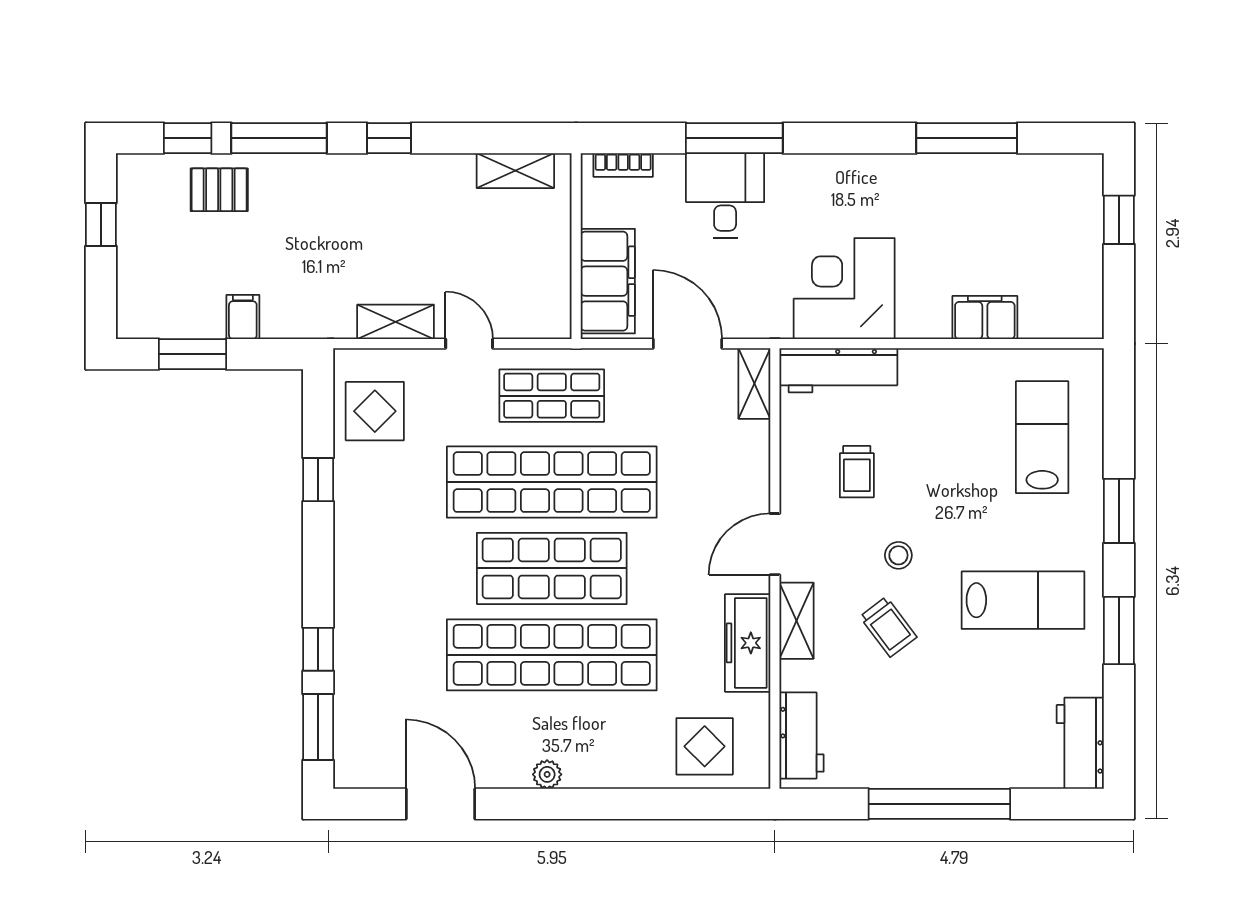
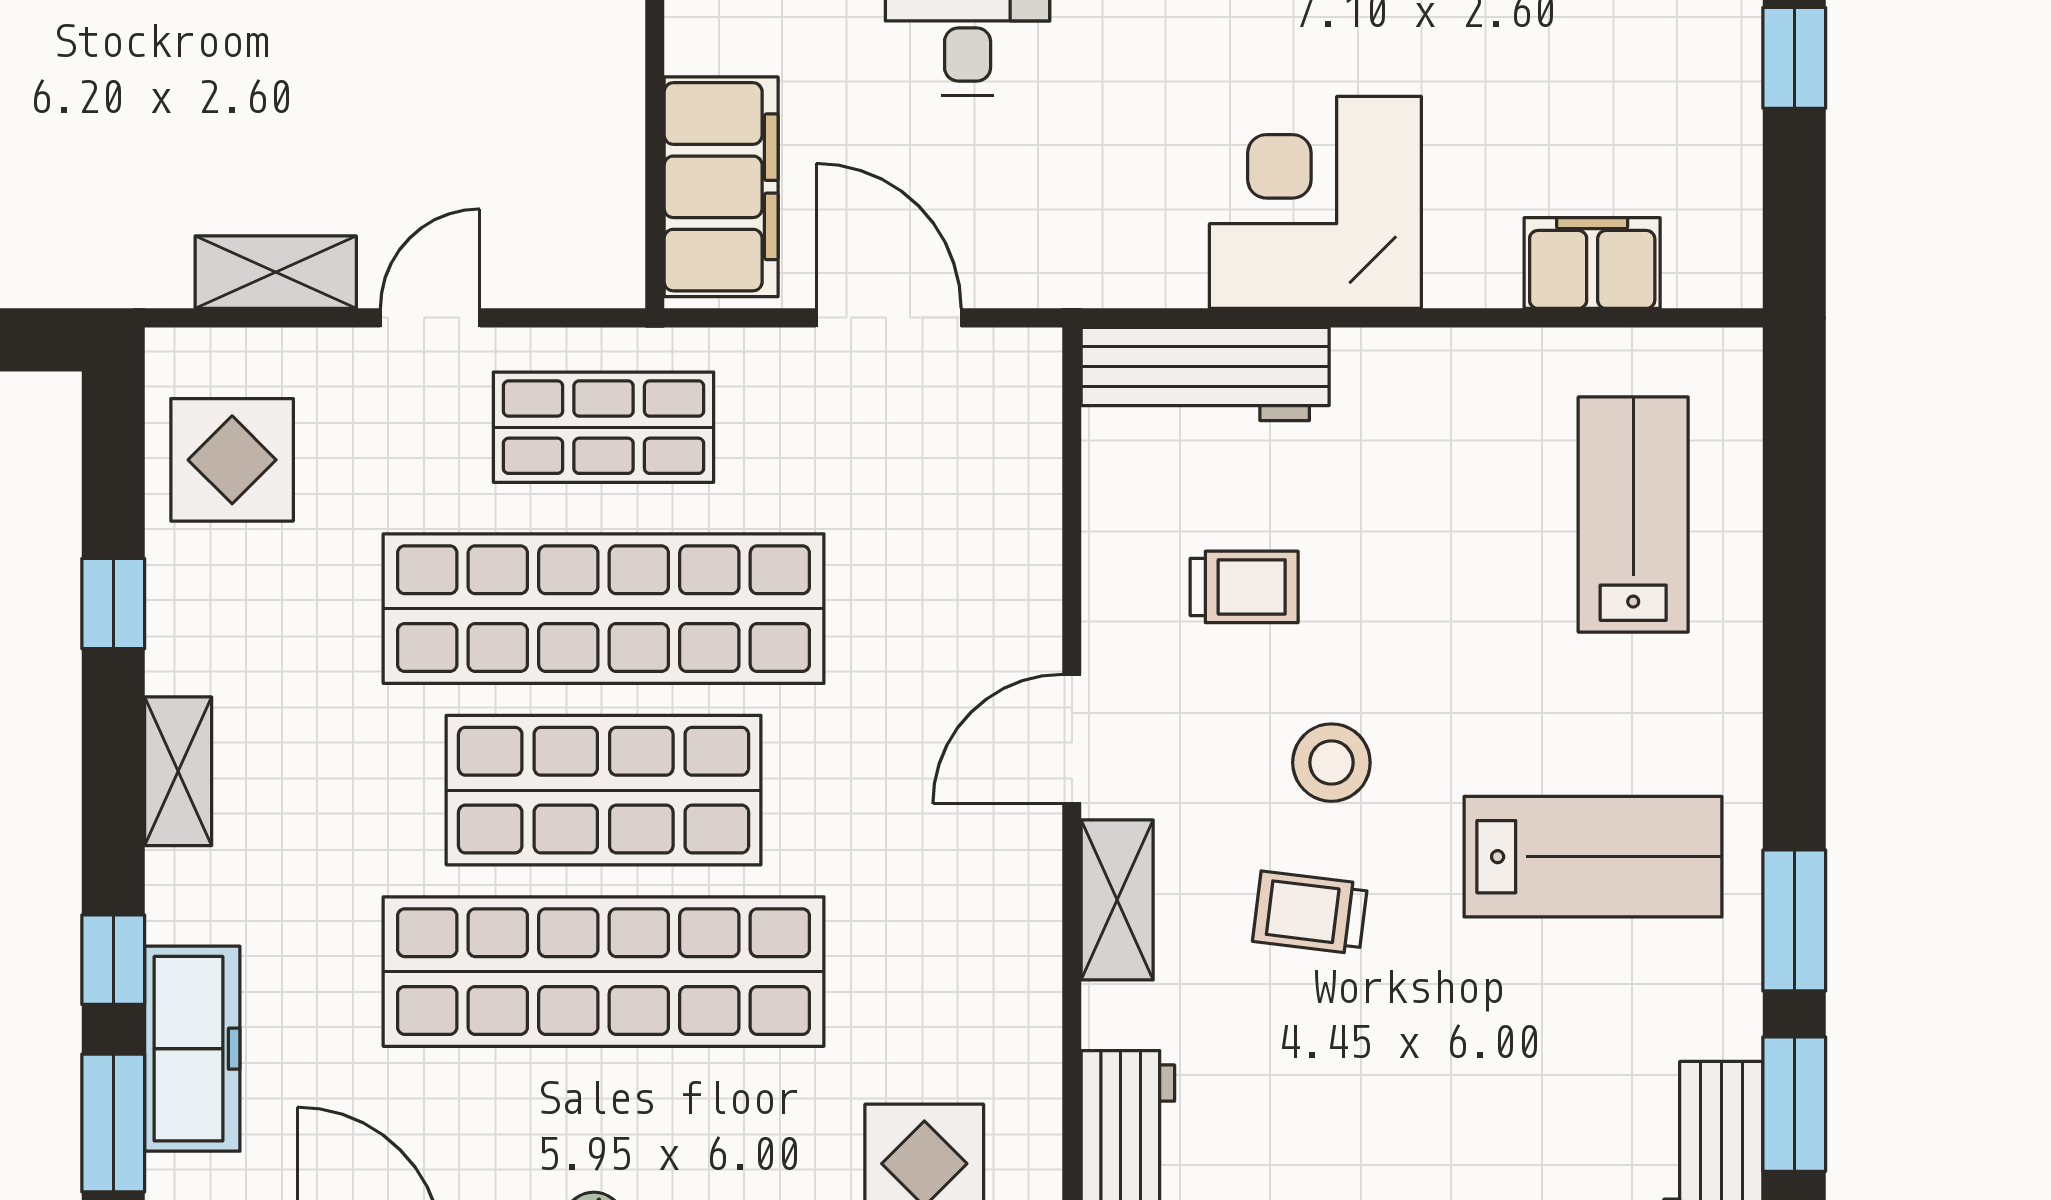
corner desk: (844, 289) -> (1315, 202), moved
filing cabinet: (985, 317) -> (1592, 263), moved
door: (469, 344) -> (430, 318), hinge flipped
shelving: (754, 383) -> (178, 771), moved
trolley: (857, 472) -> (1244, 587), turned -90
window: (1119, 511) -> (1794, 1104), moved
stool: (898, 555) -> (1331, 763), width x1.37, depth x1.37
trolley: (888, 627) -> (1310, 913), turned 134
freezer: (748, 643) -> (192, 1049), moved, turned 180

